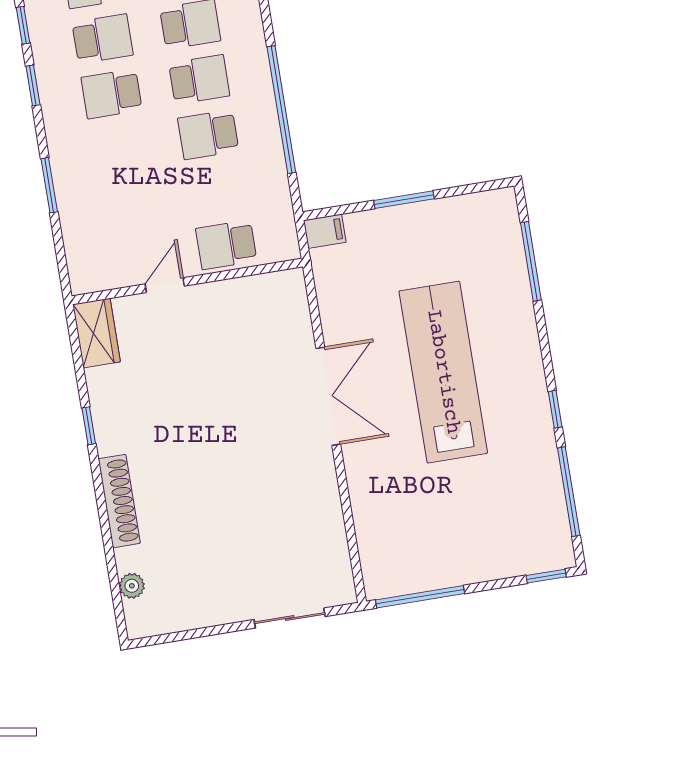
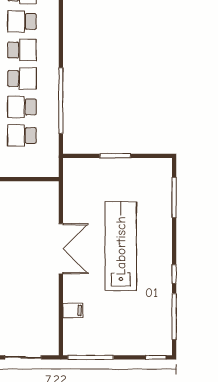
filing cabinet: (325, 231) -> (73, 310), moved
school desk: (226, 245) -> (22, 135), moved

